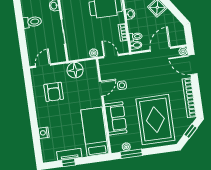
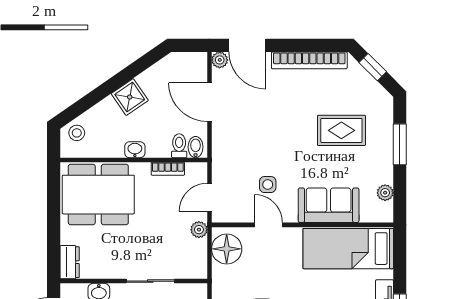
door: (193, 65) -> (247, 45), hinge flipped
floor lamp: (75, 70) -> (227, 249), moved
rug: (155, 120) -> (341, 130), width x0.54, depth x0.49
window: (131, 154) -> (400, 144), moved

